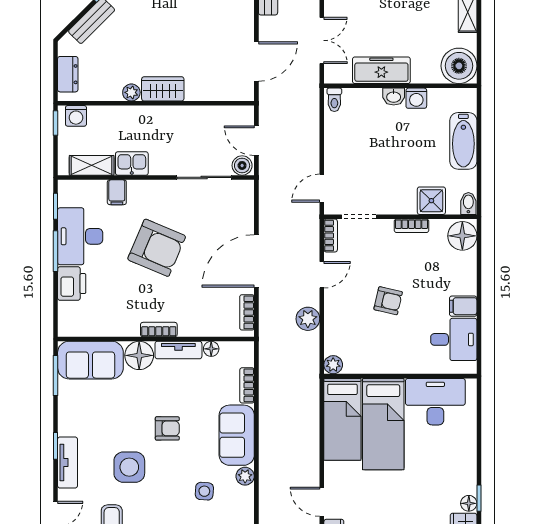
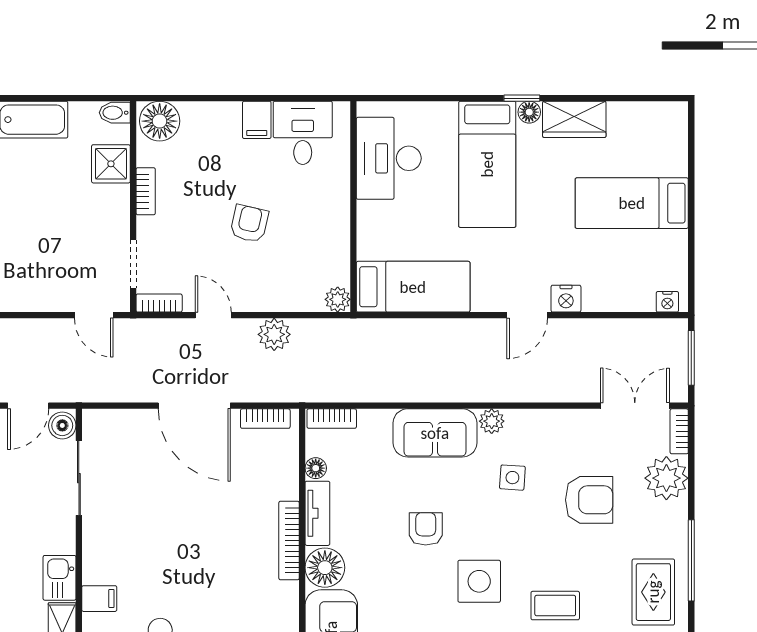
armchair: (157, 248) -> (176, 544), removed
bookcase: (159, 330) -> (289, 541), width x1.56
bookcase: (247, 385) -> (332, 419), moved
bed: (383, 424) -> (487, 164), moved, turned 90

